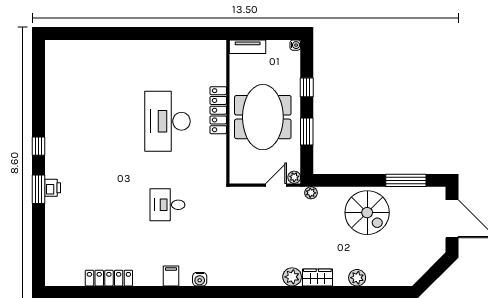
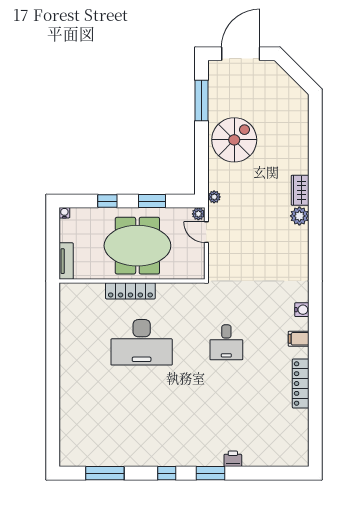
window: (38, 85) -> (105, 473), added
printer: (53, 188) -> (233, 459), moved
locker: (109, 278) -> (301, 384), moved
plant: (357, 278) -> (300, 150), removed

